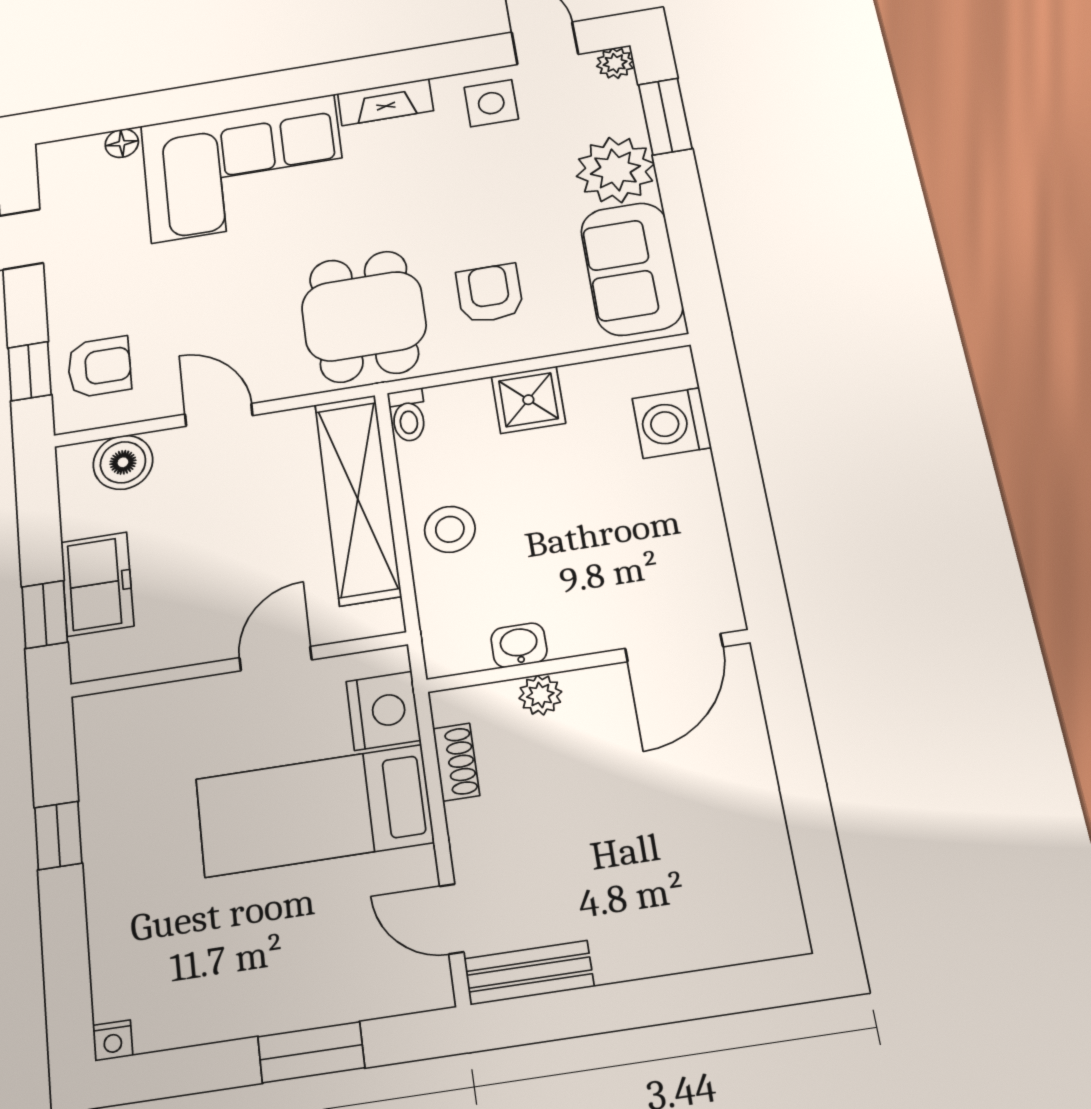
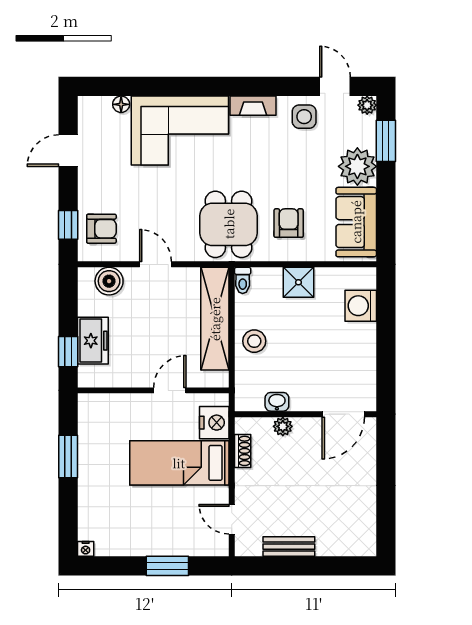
window: (58, 835) -> (68, 456), width x1.50
bench: (529, 973) -> (289, 547), moved

